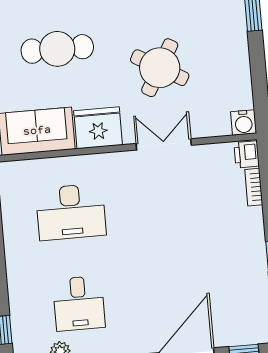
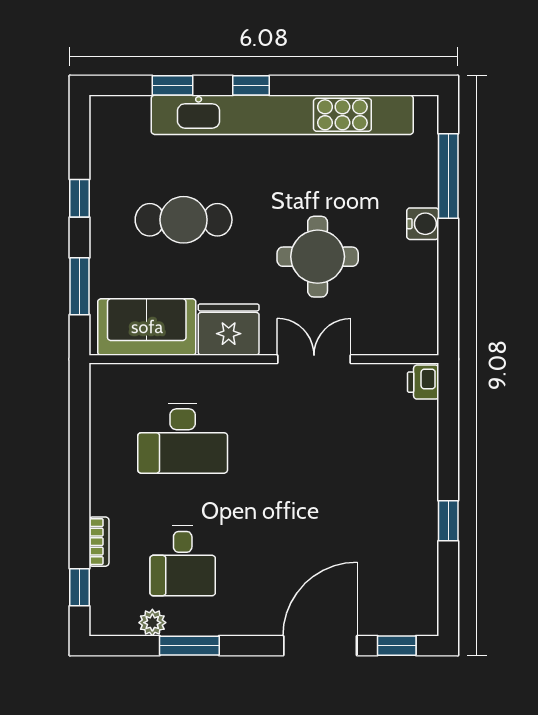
round table: (160, 68) -> (318, 257), turned -30
water cooler: (244, 123) -> (423, 224), moved, turned -90
bookcase: (254, 187) -> (99, 542), moved, turned 180

